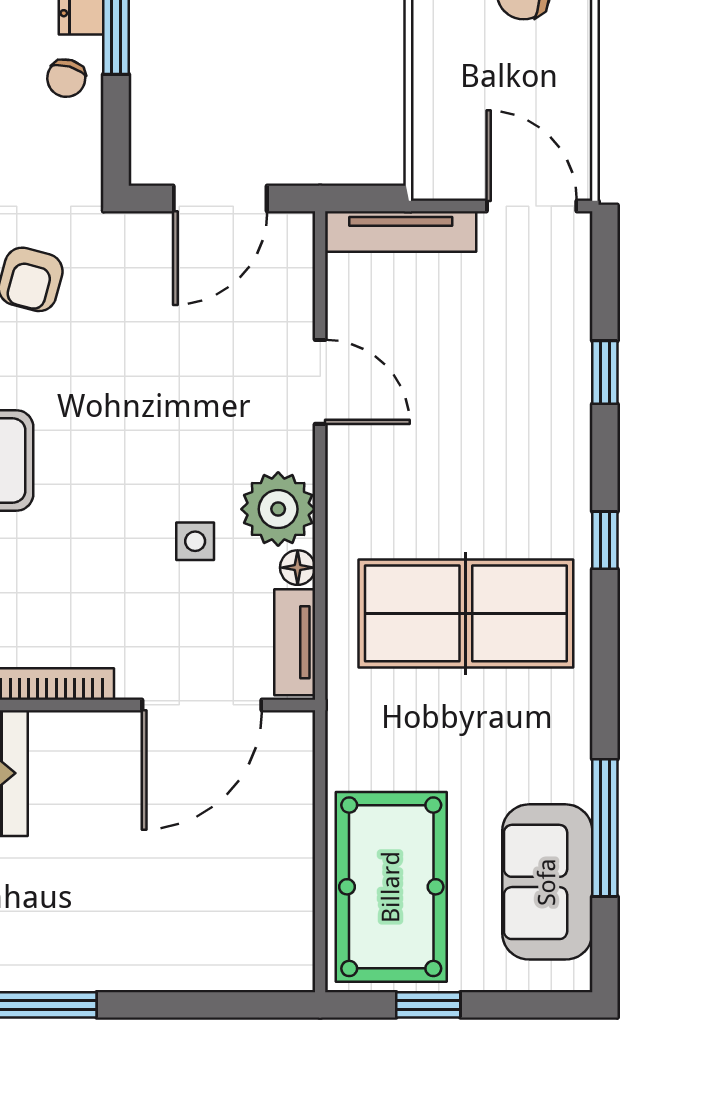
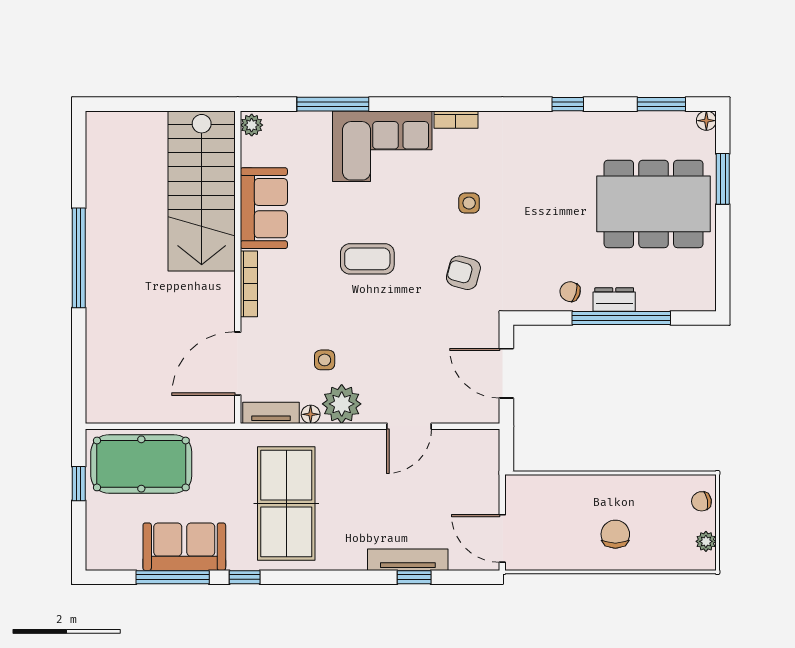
door: (532, 206) -> (502, 538), swing flipped
tv unit: (401, 232) -> (408, 560), moved, turned 90
window: (605, 540) -> (245, 577), moved
door: (202, 705) -> (238, 364), hinge flipped
sofa: (547, 882) -> (184, 547), moved

